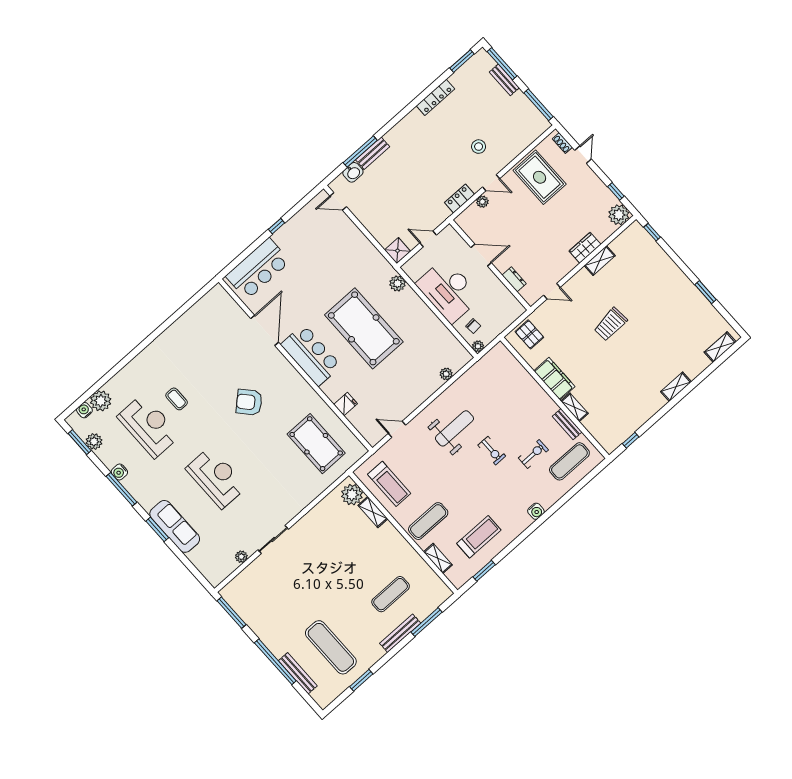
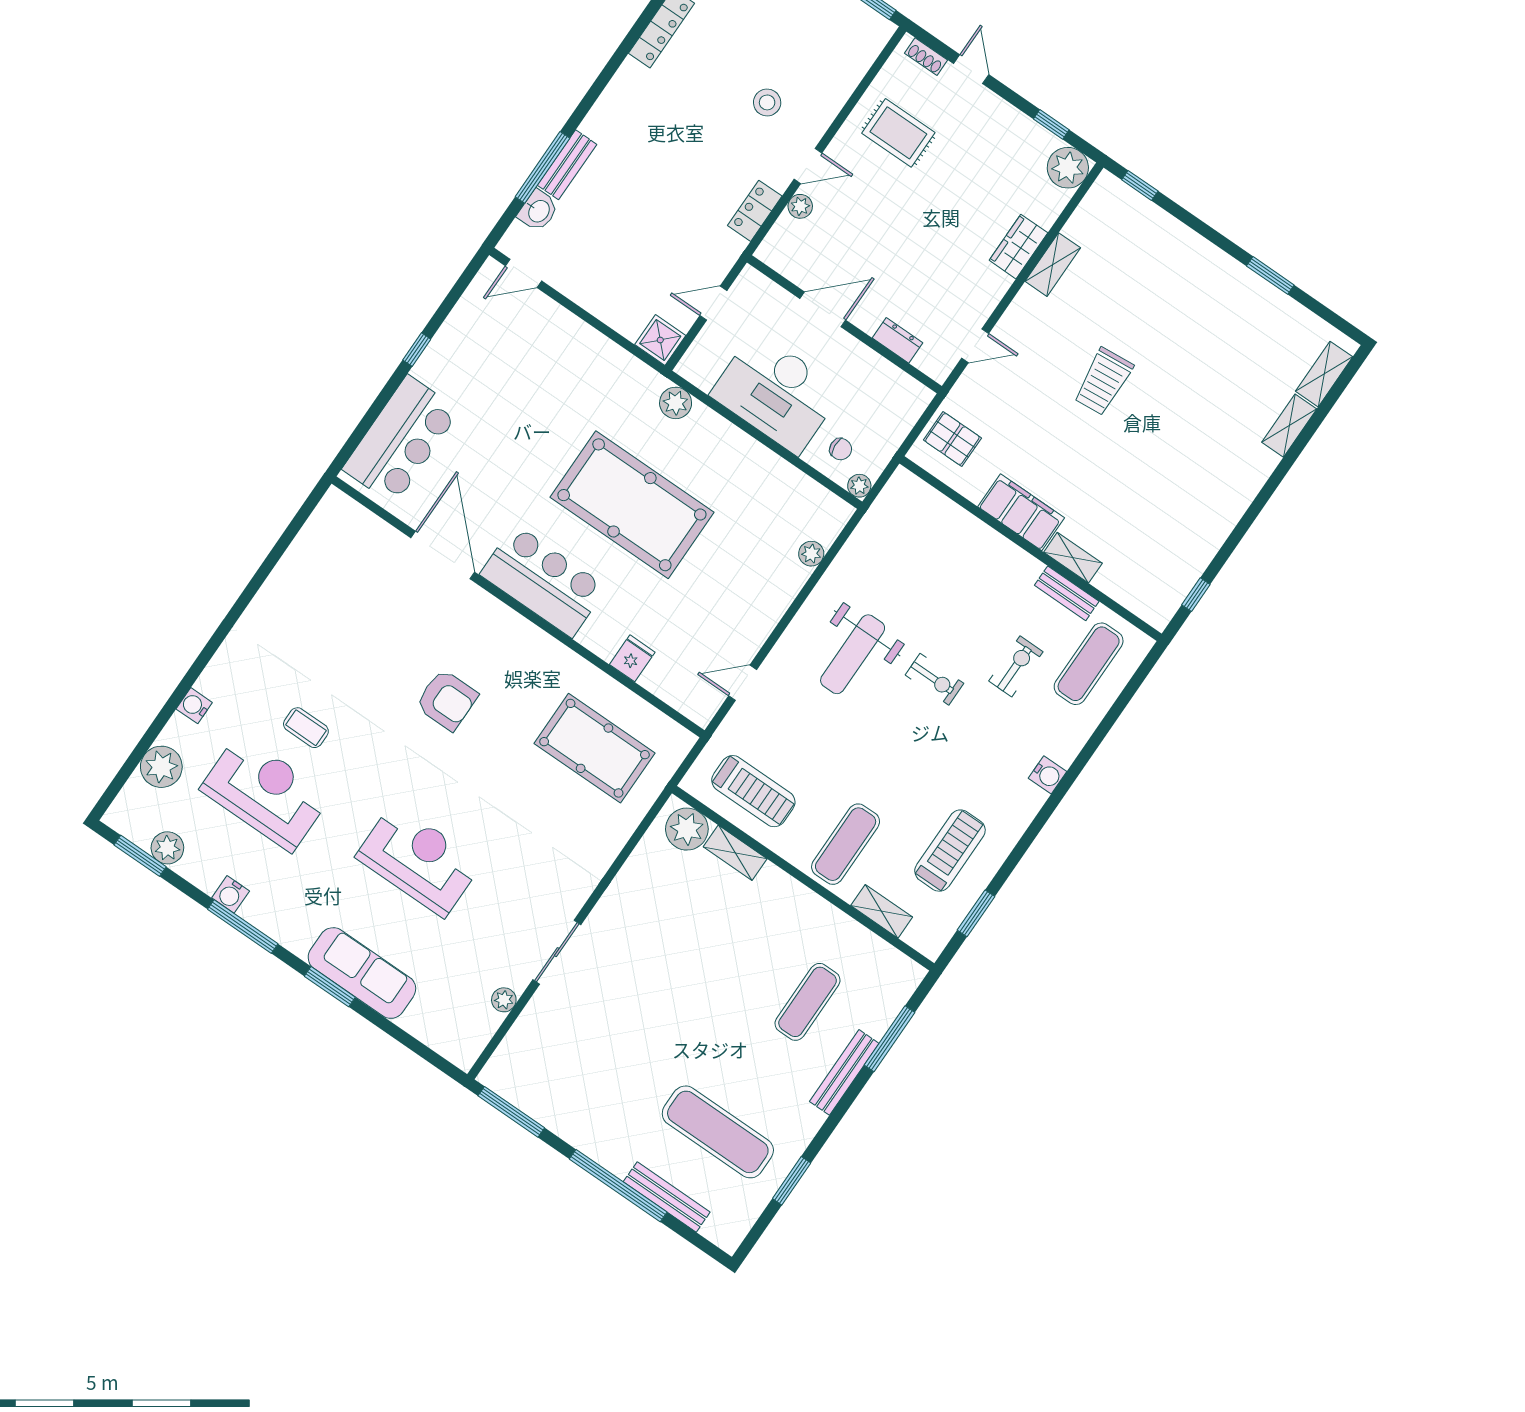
rug: (540, 177) -> (898, 133), width x0.73, depth x0.70
shelving: (676, 387) -> (1289, 426), moved
armchair: (249, 402) -> (447, 700), turned -138
water cooler: (84, 410) -> (194, 706), moved
weight bench: (454, 428) -> (853, 654), turned 180

